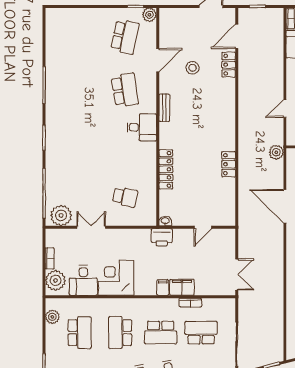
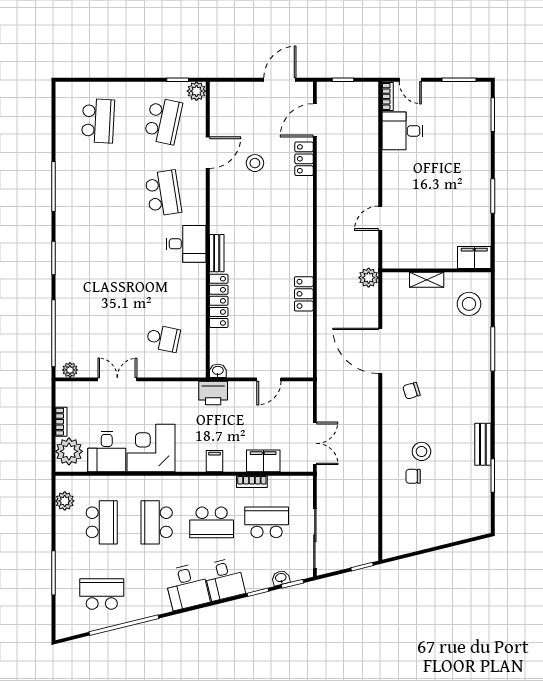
school desk: (77, 37) -> (98, 121), added
bench: (164, 108) -> (217, 253), moved
plant: (61, 215) -> (70, 370), width x0.53, depth x0.53
filing cabinet: (182, 287) -> (263, 461), moved

